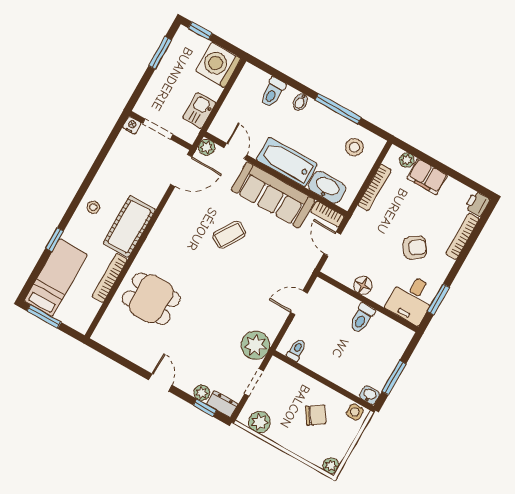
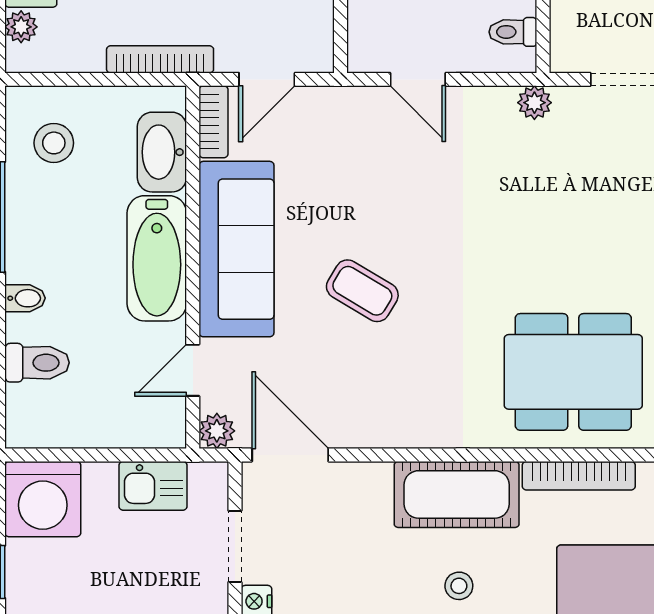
bookcase: (374, 187) -> (160, 59), moved
dining table: (151, 299) -> (573, 372), width x1.38
plant: (255, 345) -> (534, 103), width x0.53, depth x0.53

